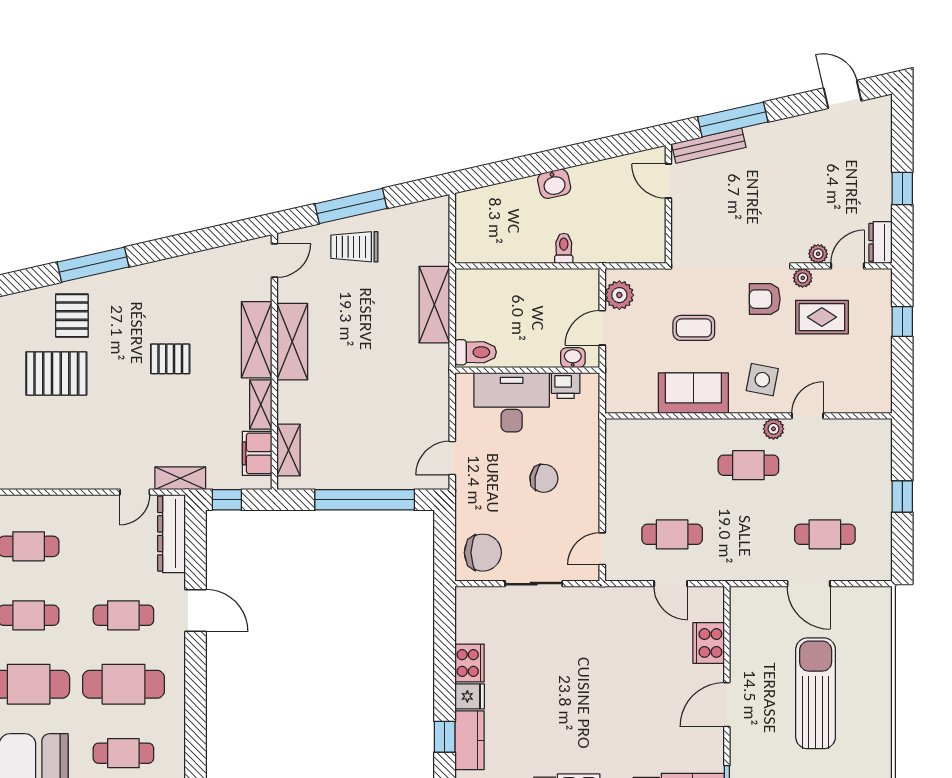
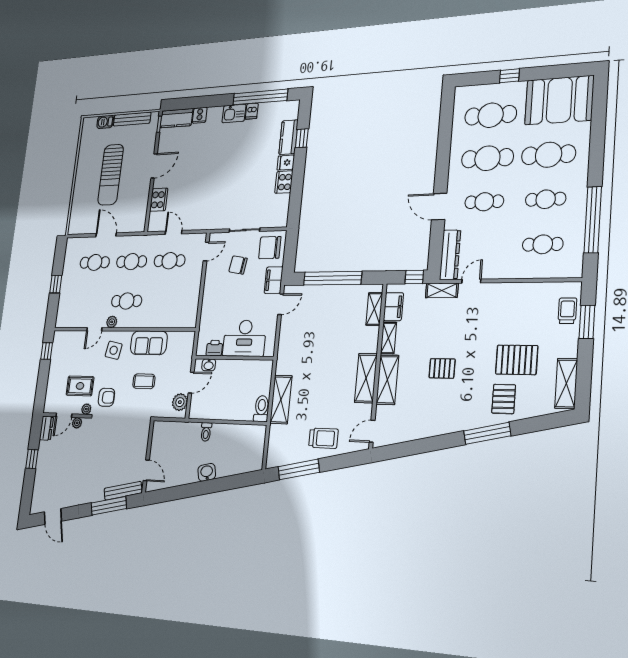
window: (351, 206) -> (299, 469), moved
window: (902, 322) -> (47, 351), moved
toilet: (476, 352) -> (261, 409), moved, turned 90
chair: (544, 478) -> (238, 265), moved
filing cabinet: (470, 498) -> (274, 280), added
cafe table: (748, 534) -> (132, 262), added
cafe table: (123, 753) -> (491, 115), width x1.37, depth x1.35

